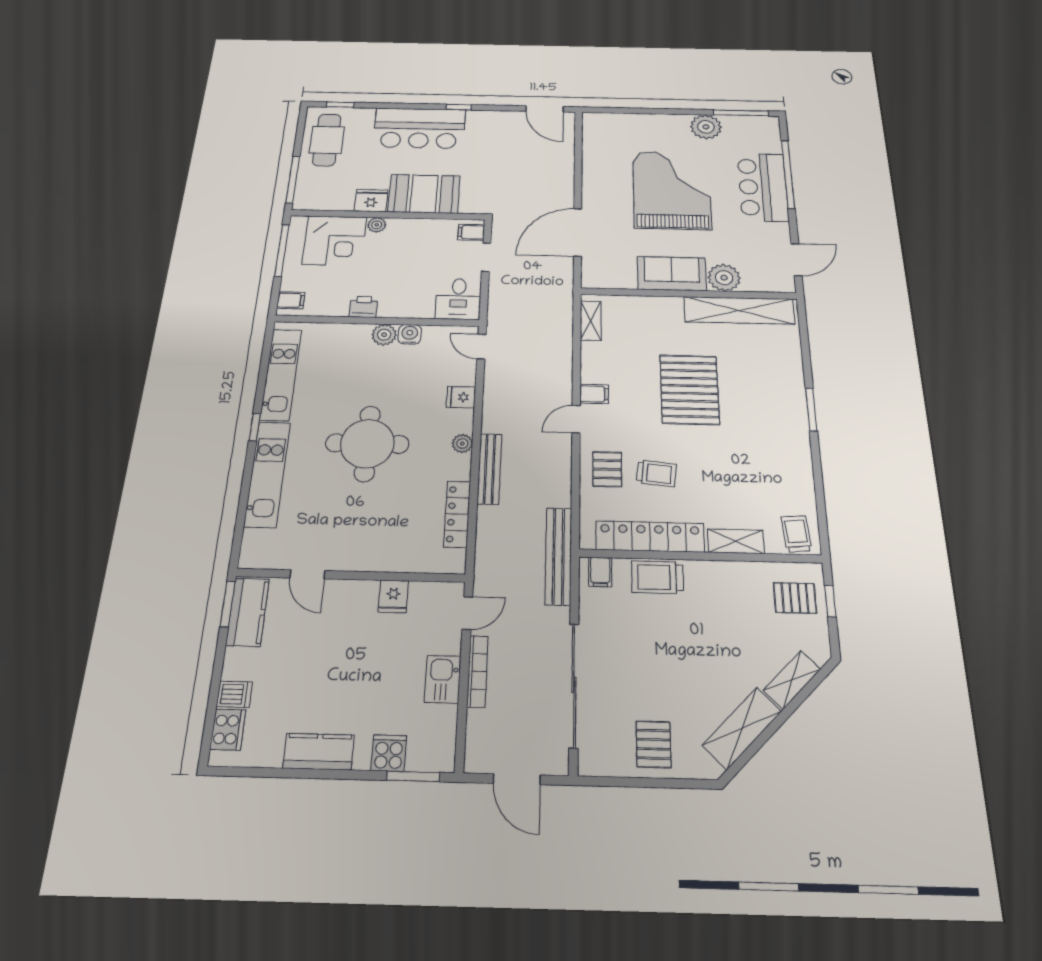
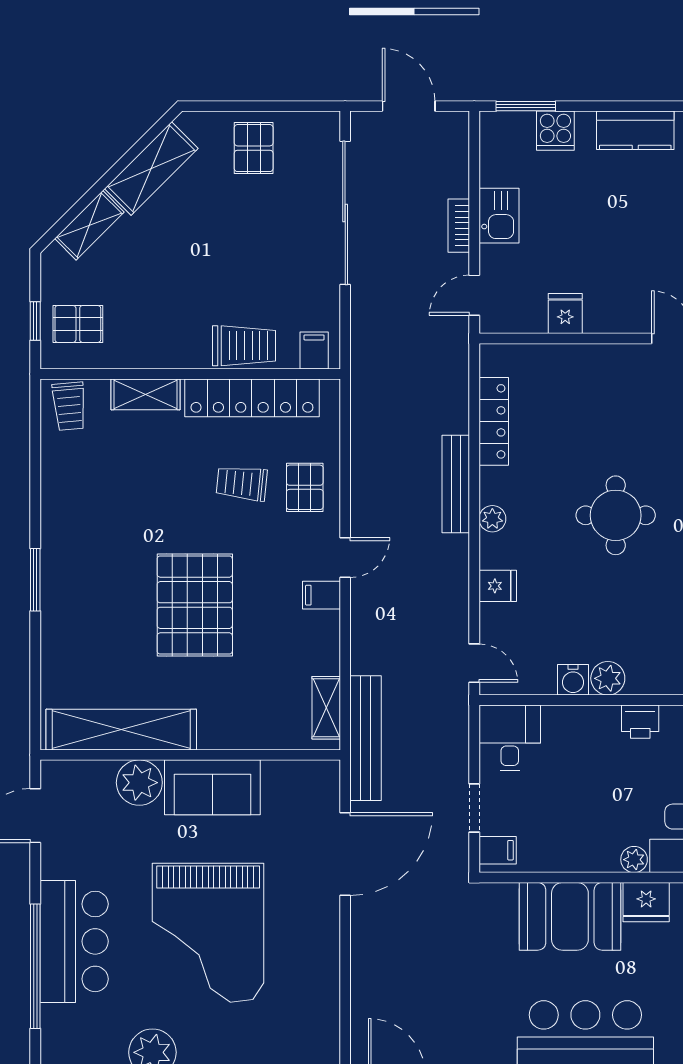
round table: (367, 444) -> (616, 515), width x0.73, depth x0.73
bench: (558, 556) -> (366, 738), moved
bookcase: (478, 671) -> (459, 226), width x0.64

